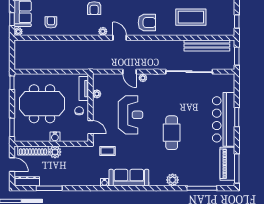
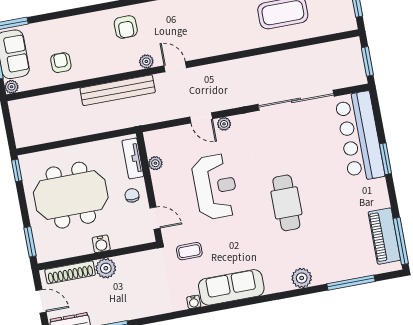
armchair: (147, 23) -> (214, 34), removed
bench: (207, 45) -> (118, 90), moved
bar counter: (224, 119) -> (360, 137), moved

